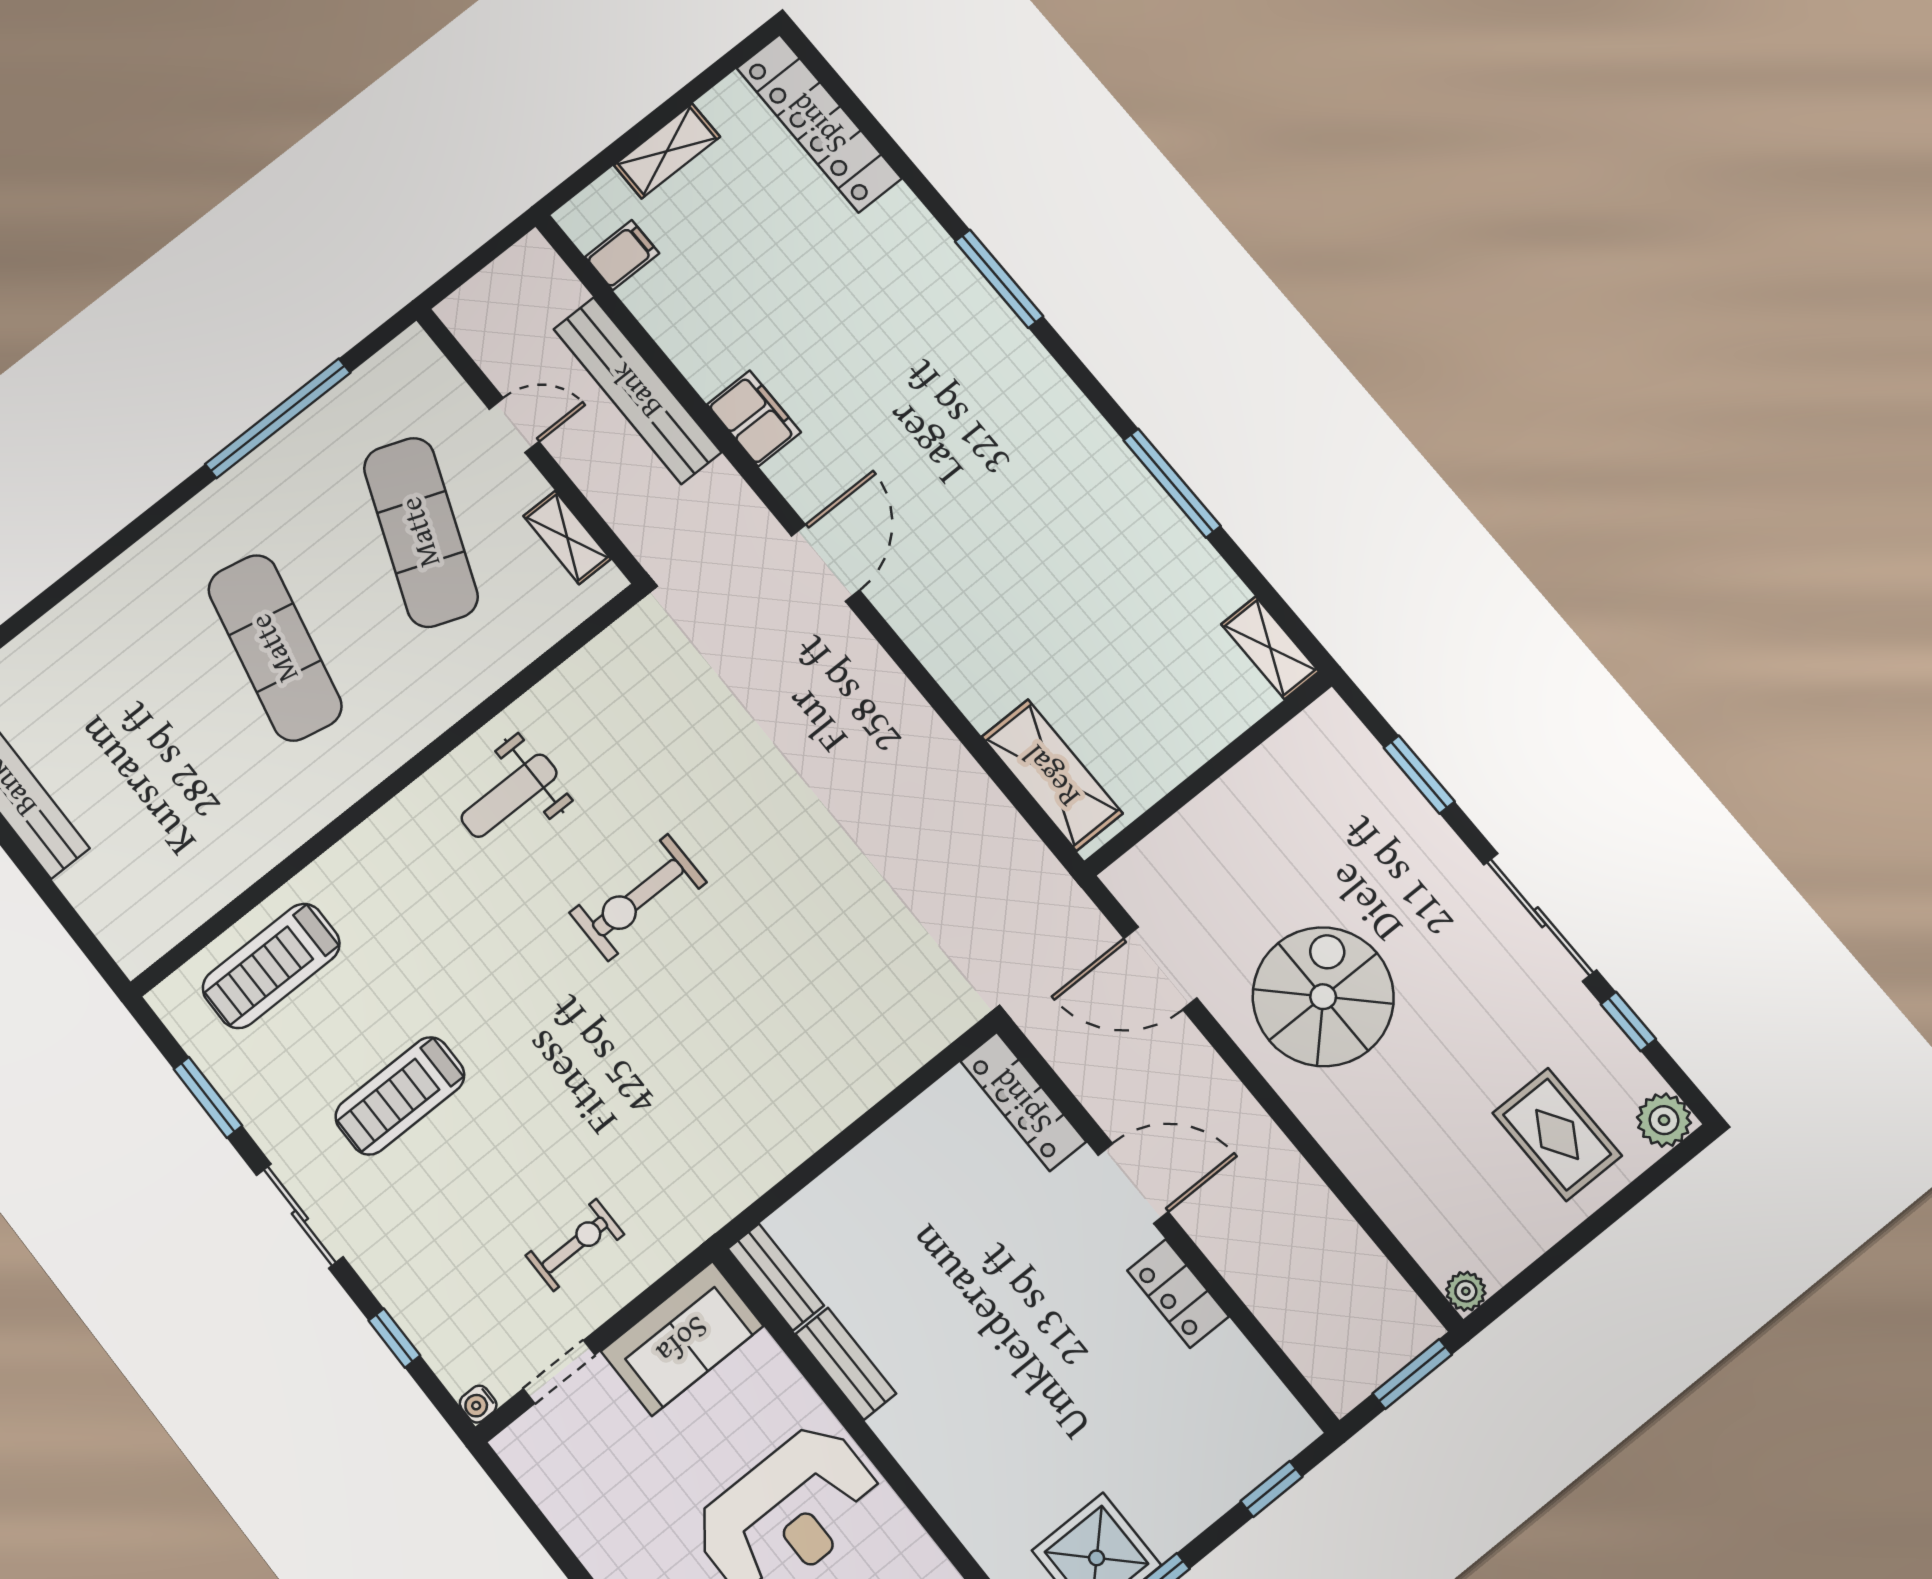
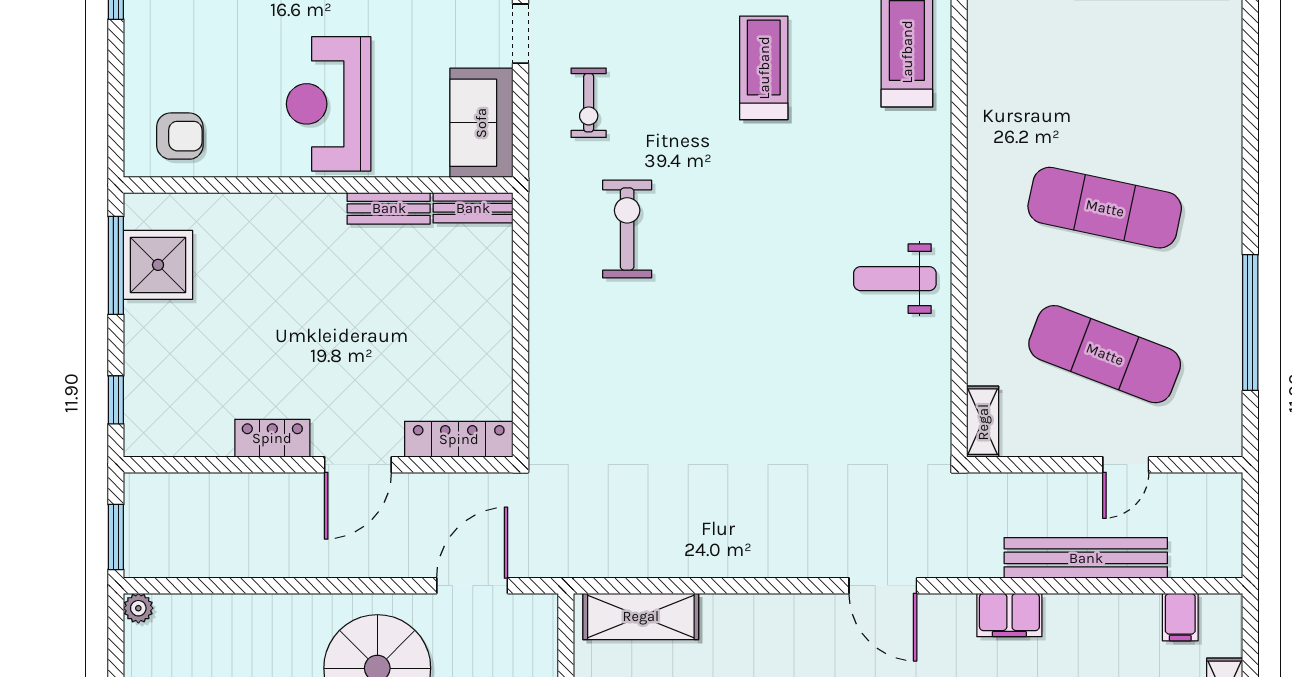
shelving: (567, 537) -> (983, 422), moved, turned 90
weight bench: (509, 796) -> (895, 279), turned -90
exercise bike: (638, 898) -> (627, 229), moved

